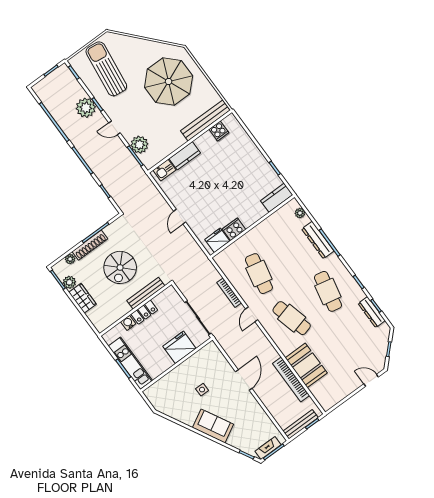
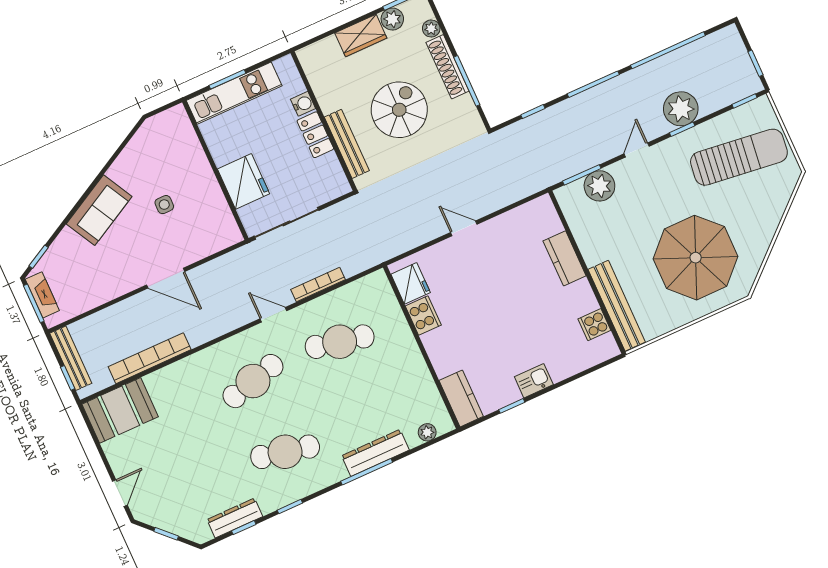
kitchen sink: (164, 170) -> (534, 381), moved, turned 90
spiral stairs: (120, 267) -> (399, 110), turned 90
booth: (306, 365) -> (120, 410), moved

